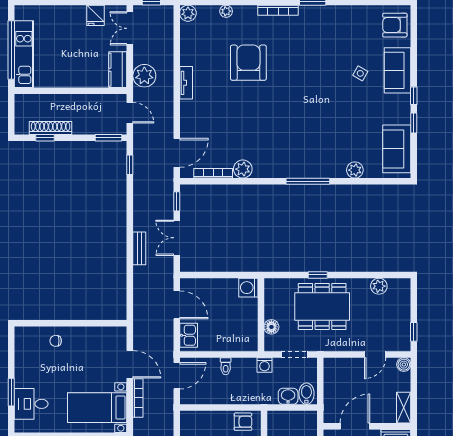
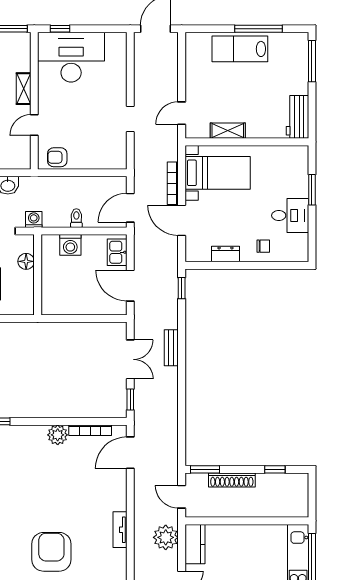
armchair: (248, 63) -> (51, 552), turned 180
shoe rack: (51, 128) -> (232, 480), moved
window: (130, 165) -> (182, 288), moved
washing machine: (248, 288) -> (70, 245), moved, turned 90
dresser: (90, 334) -> (225, 254), added
desk: (31, 404) -> (290, 215), moved

